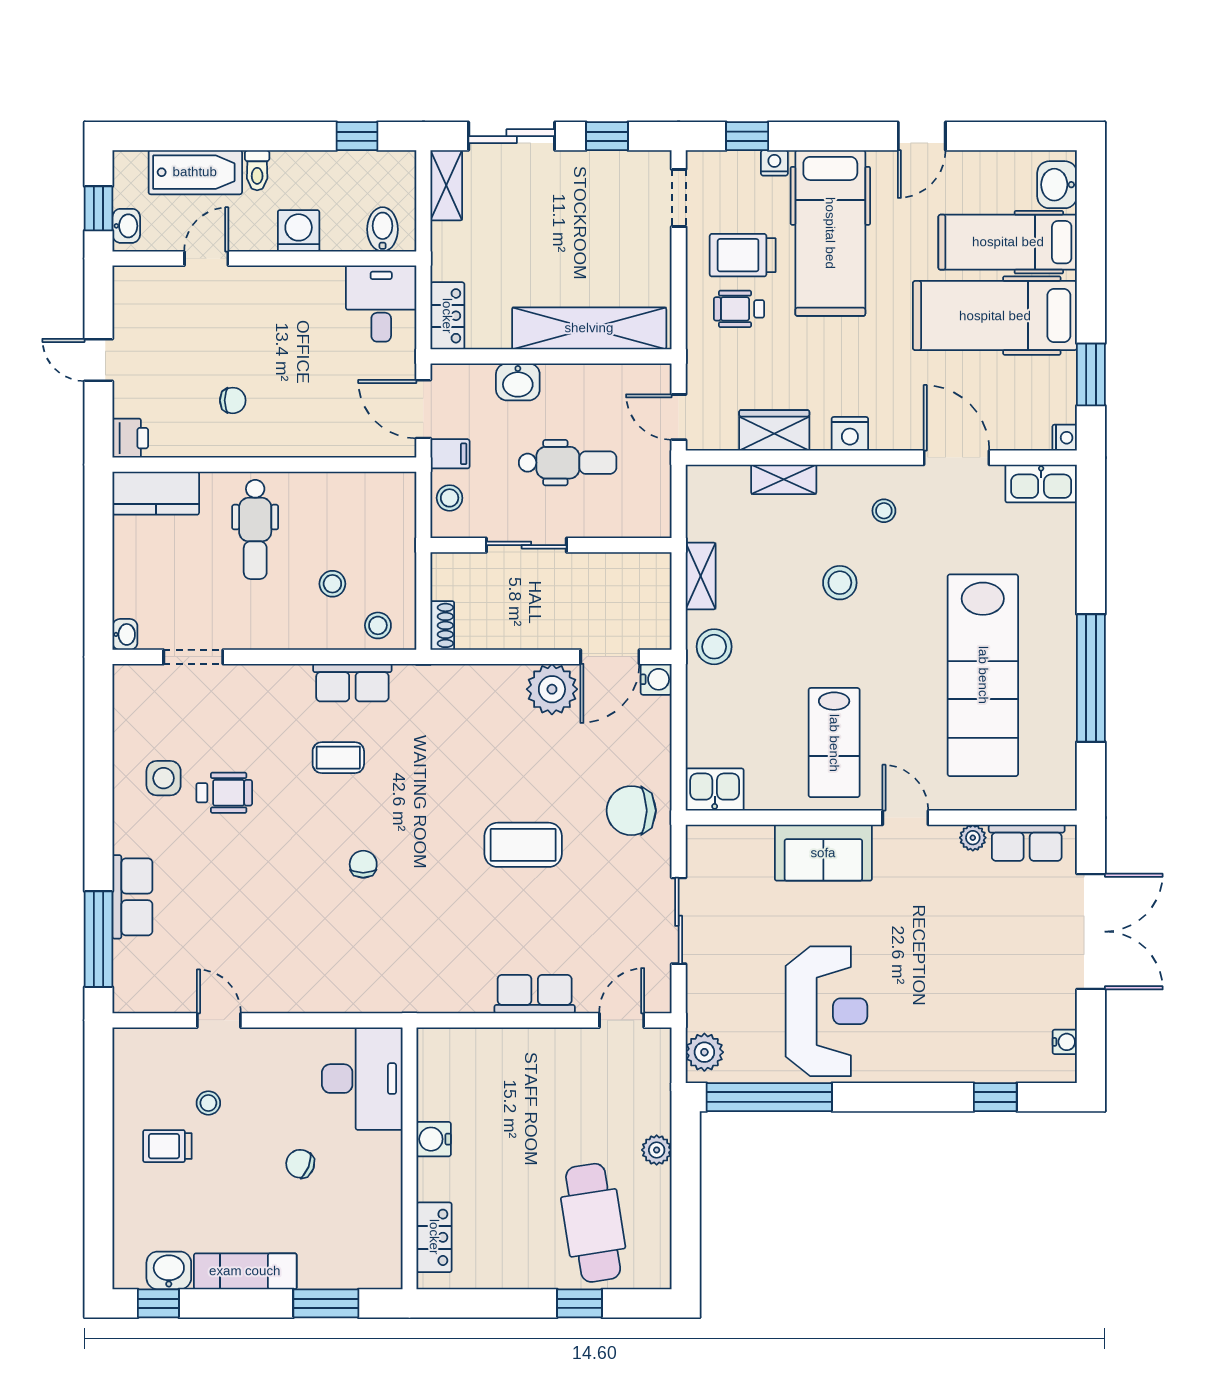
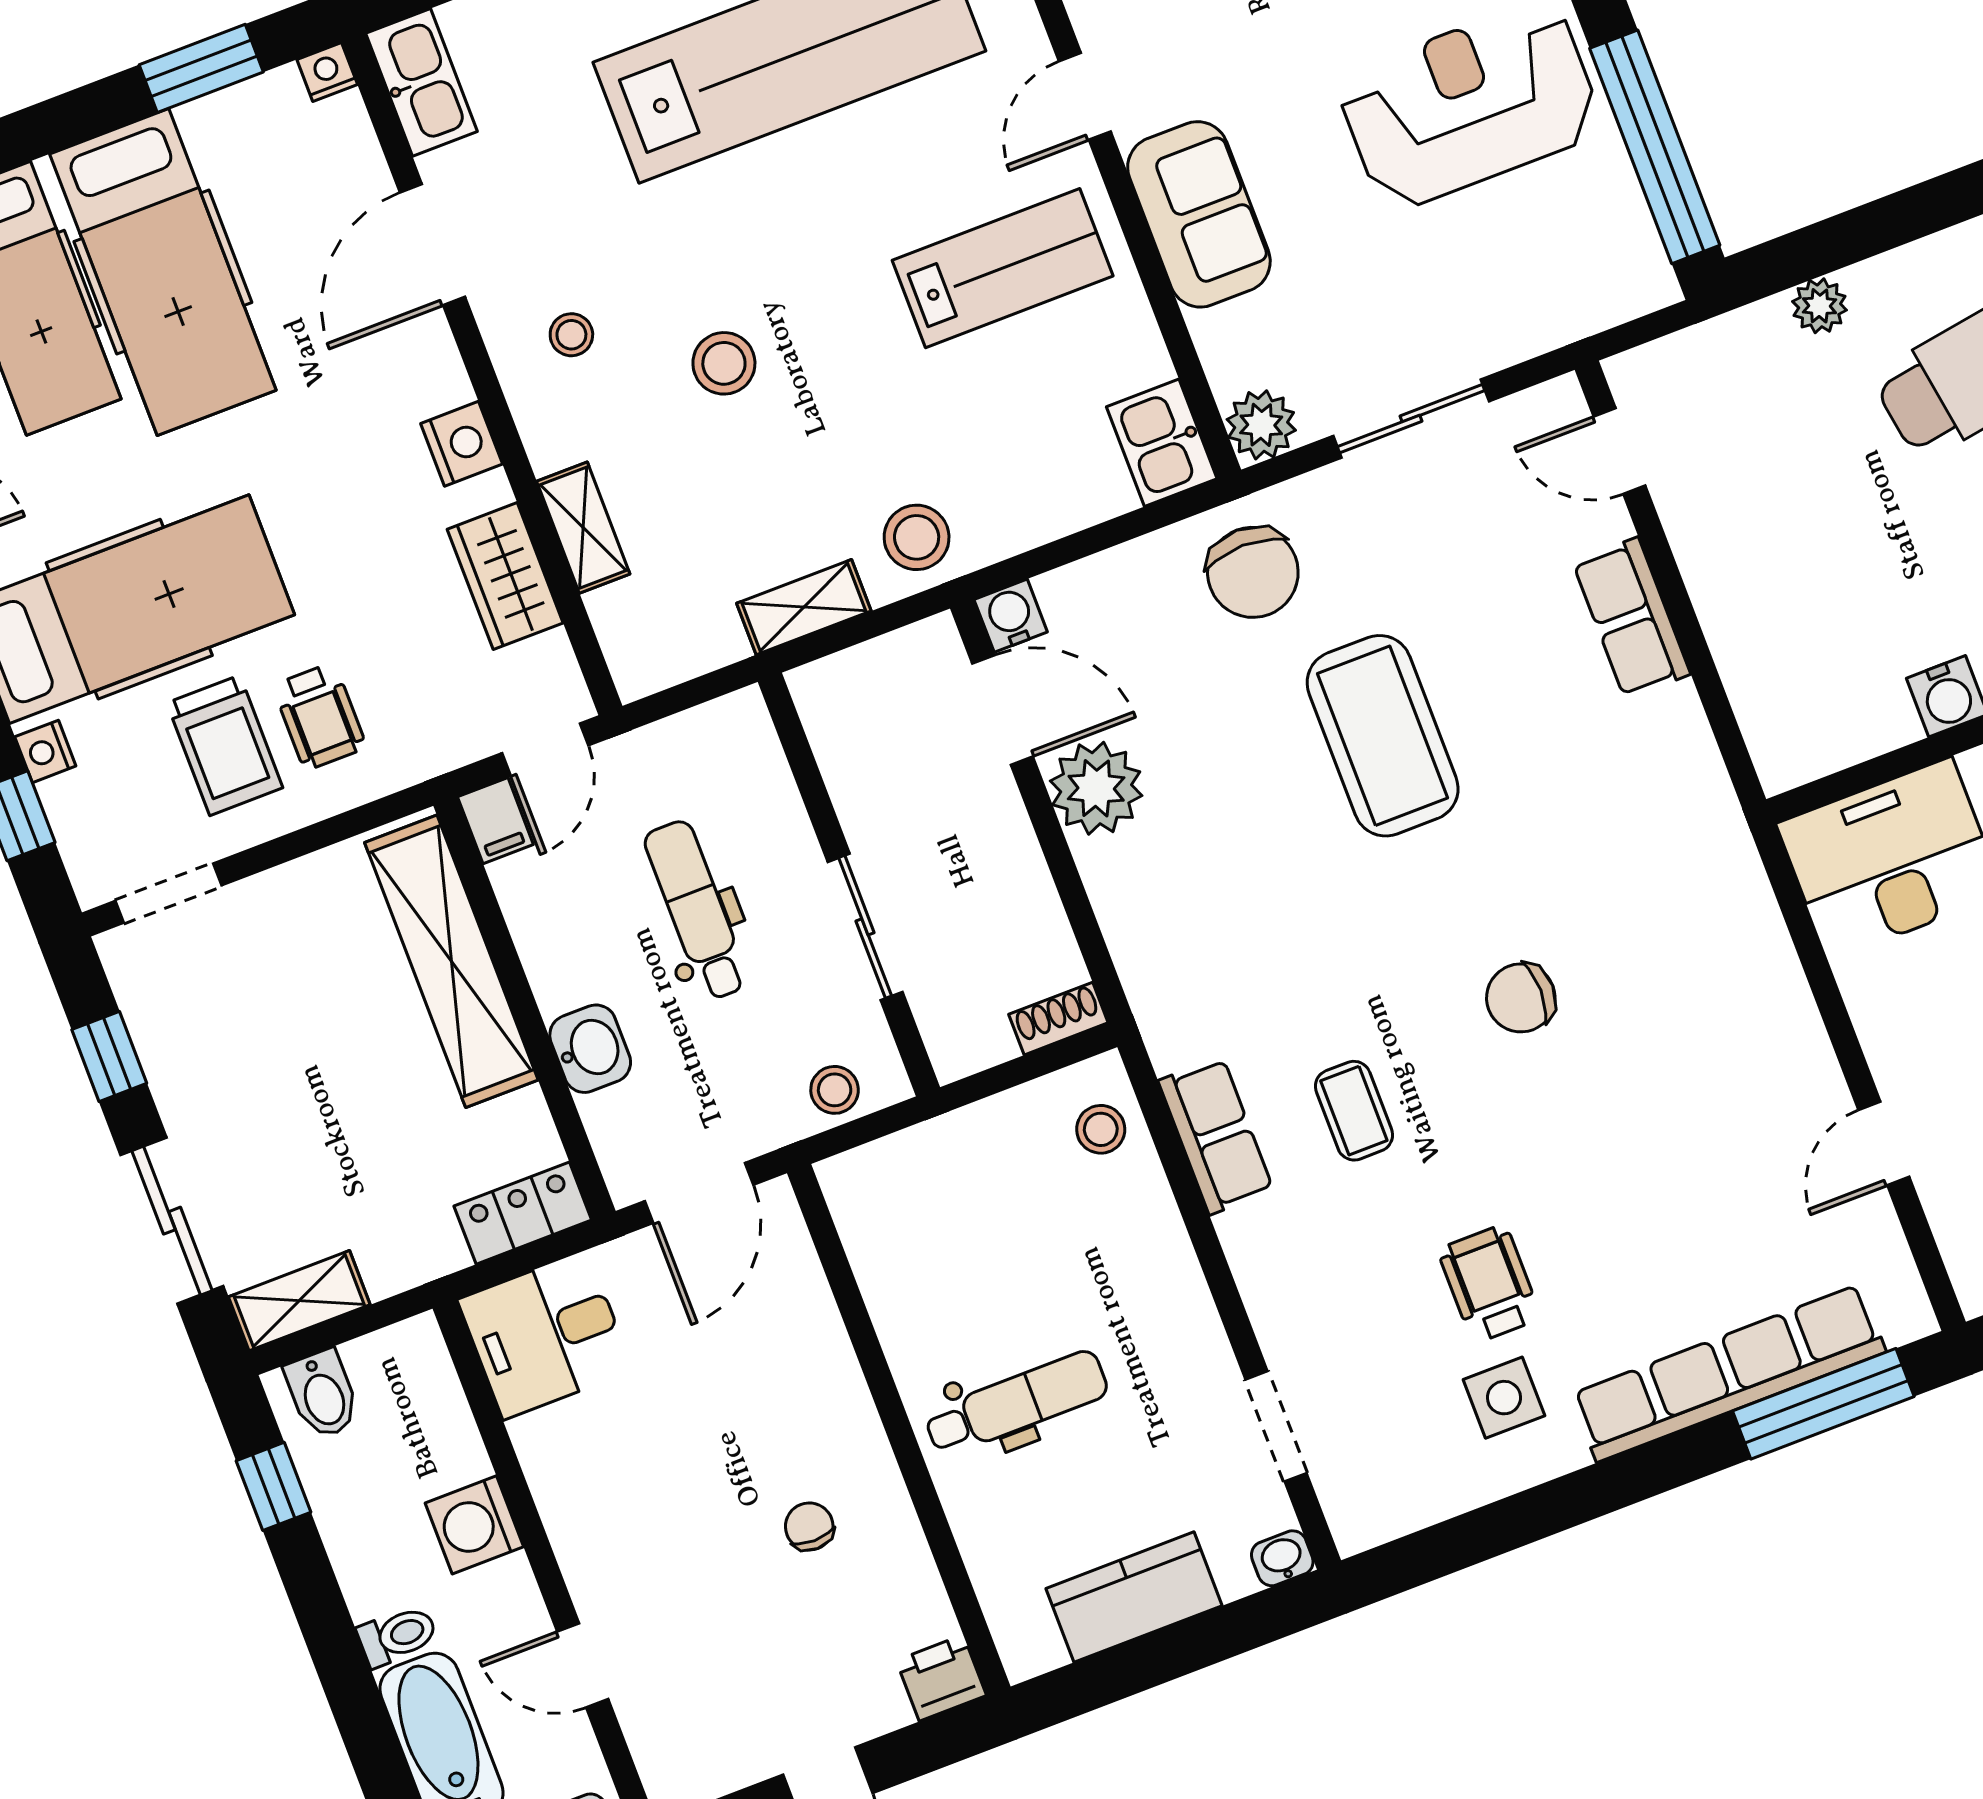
bidet: (383, 229) -> (322, 1394), moved, turned -90
filing cabinet: (450, 454) -> (495, 821), moved, turned 180
kitchen counter: (156, 493) -> (1134, 1597), moved, turned -90
stool: (332, 584) -> (1059, 1235), removed
coffee table: (523, 845) -> (1383, 736), width x1.36, depth x1.32
chair: (363, 864) -> (1521, 998), width x1.37, depth x1.37
row of seats: (132, 897) -> (1728, 1373), width x2.02
plant: (704, 1052) -> (1261, 425), moved

